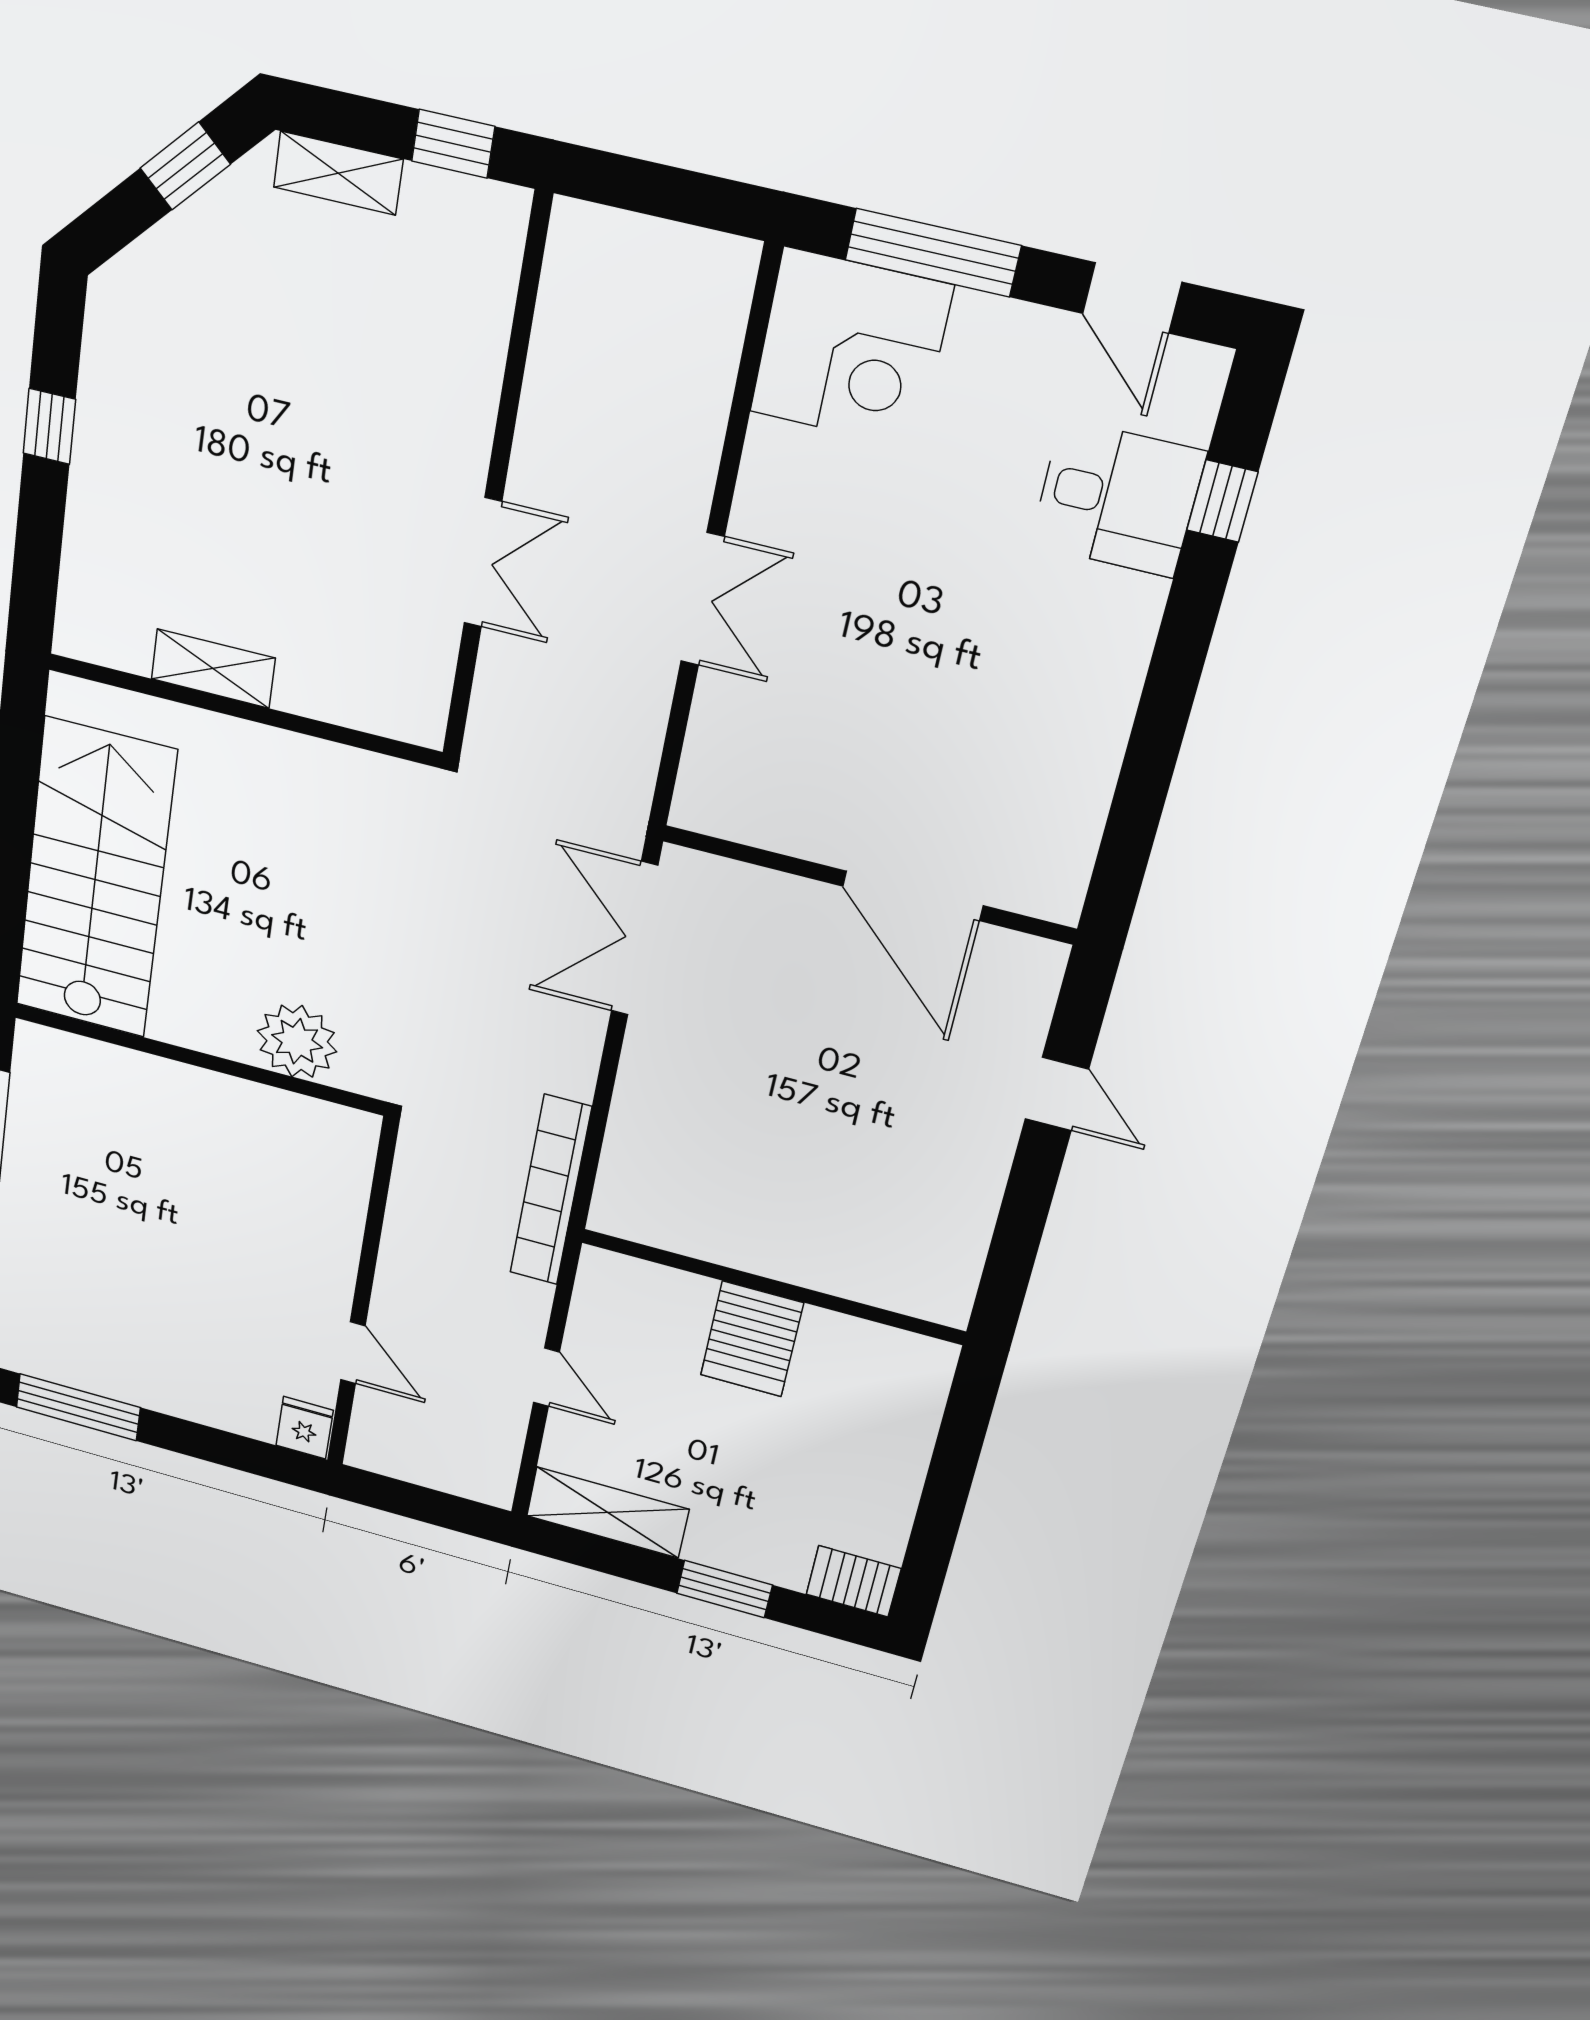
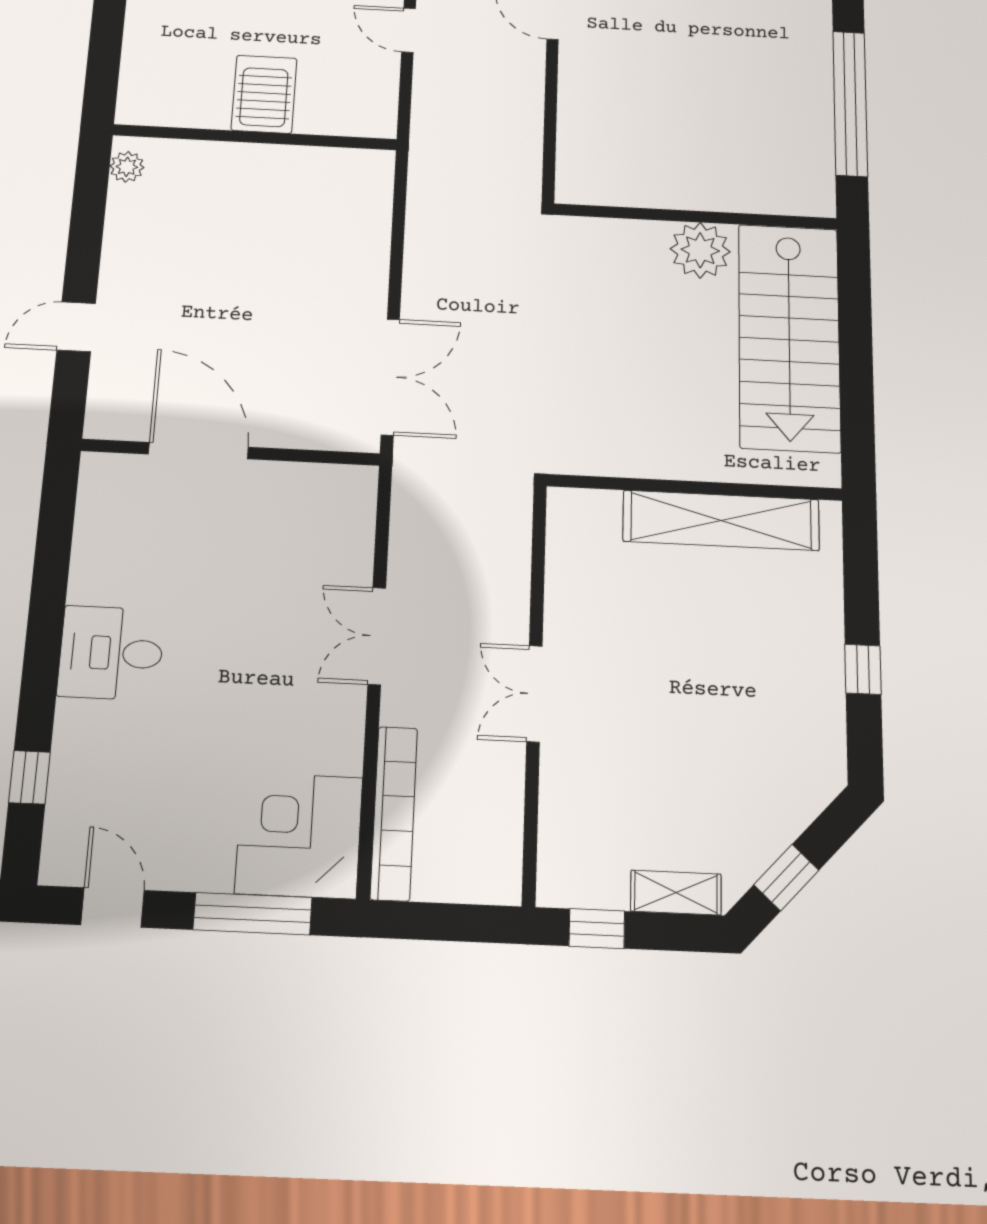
desk: (1118, 498) -> (111, 653), moved
double door: (483, 562) -> (534, 694), moved
shelving: (213, 669) -> (721, 520), width x2.20, depth x1.33
plant: (297, 1041) -> (700, 250), moved
door: (1057, 1094) -> (76, 327), hinge flipped
bookcase: (551, 1190) -> (394, 813), moved
plant: (953, 1287) -> (127, 167), added

